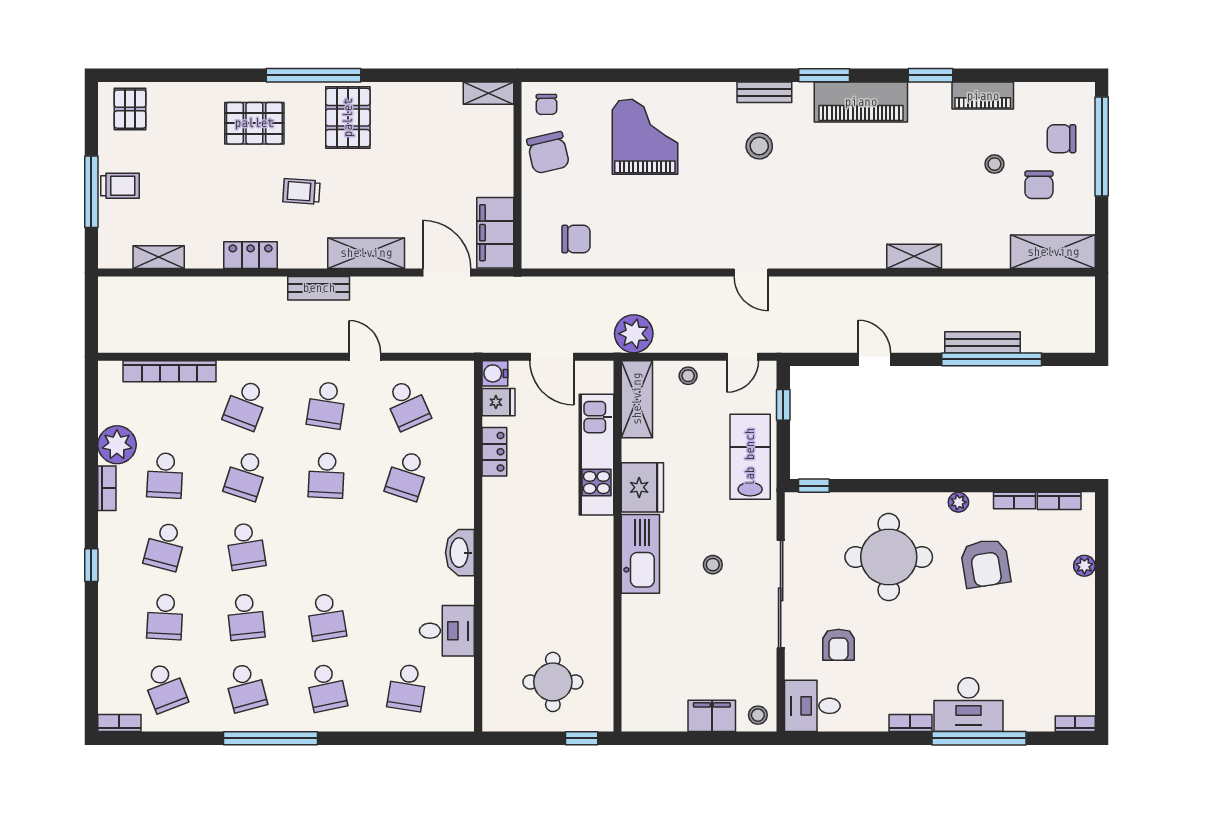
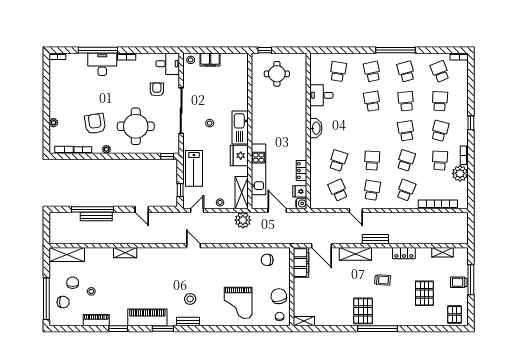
pallet: (254, 123) -> (424, 293), moved, turned 90

